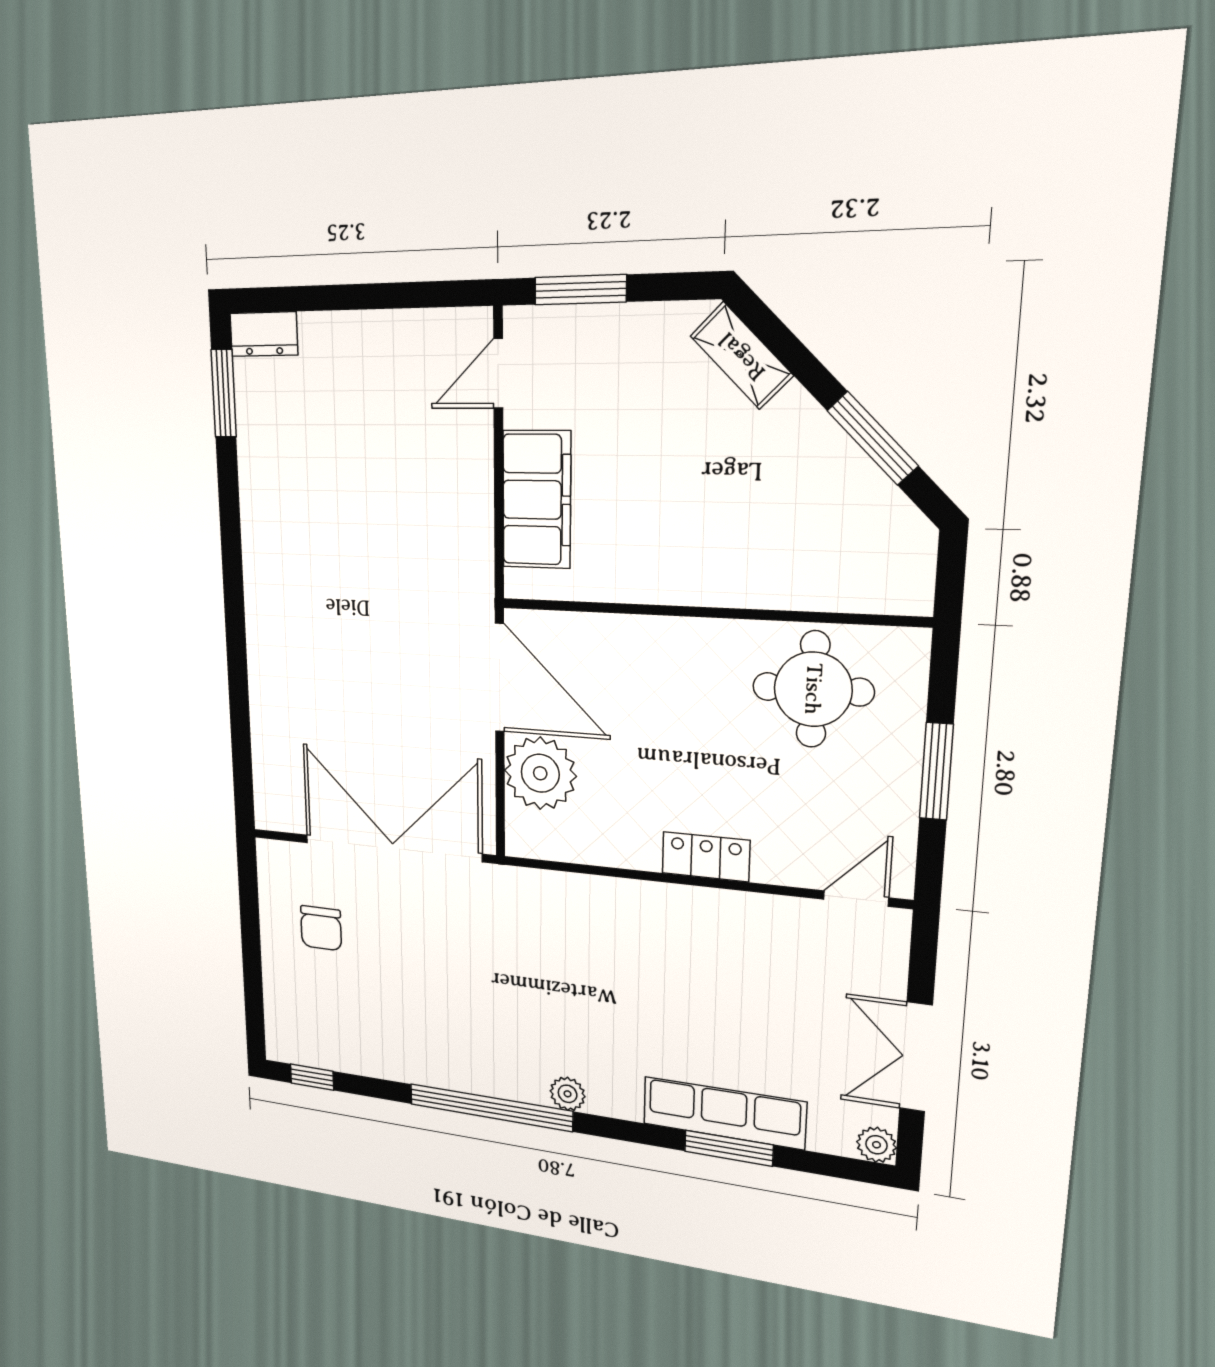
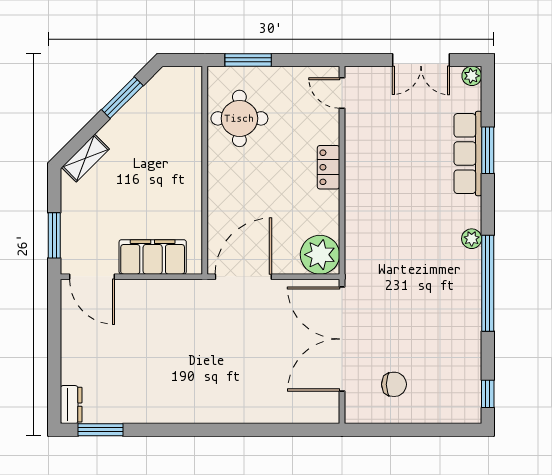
door: (498, 373) -> (92, 277), width x1.38
window: (936, 771) -> (248, 60), moved
plant: (540, 773) -> (320, 255), moved

